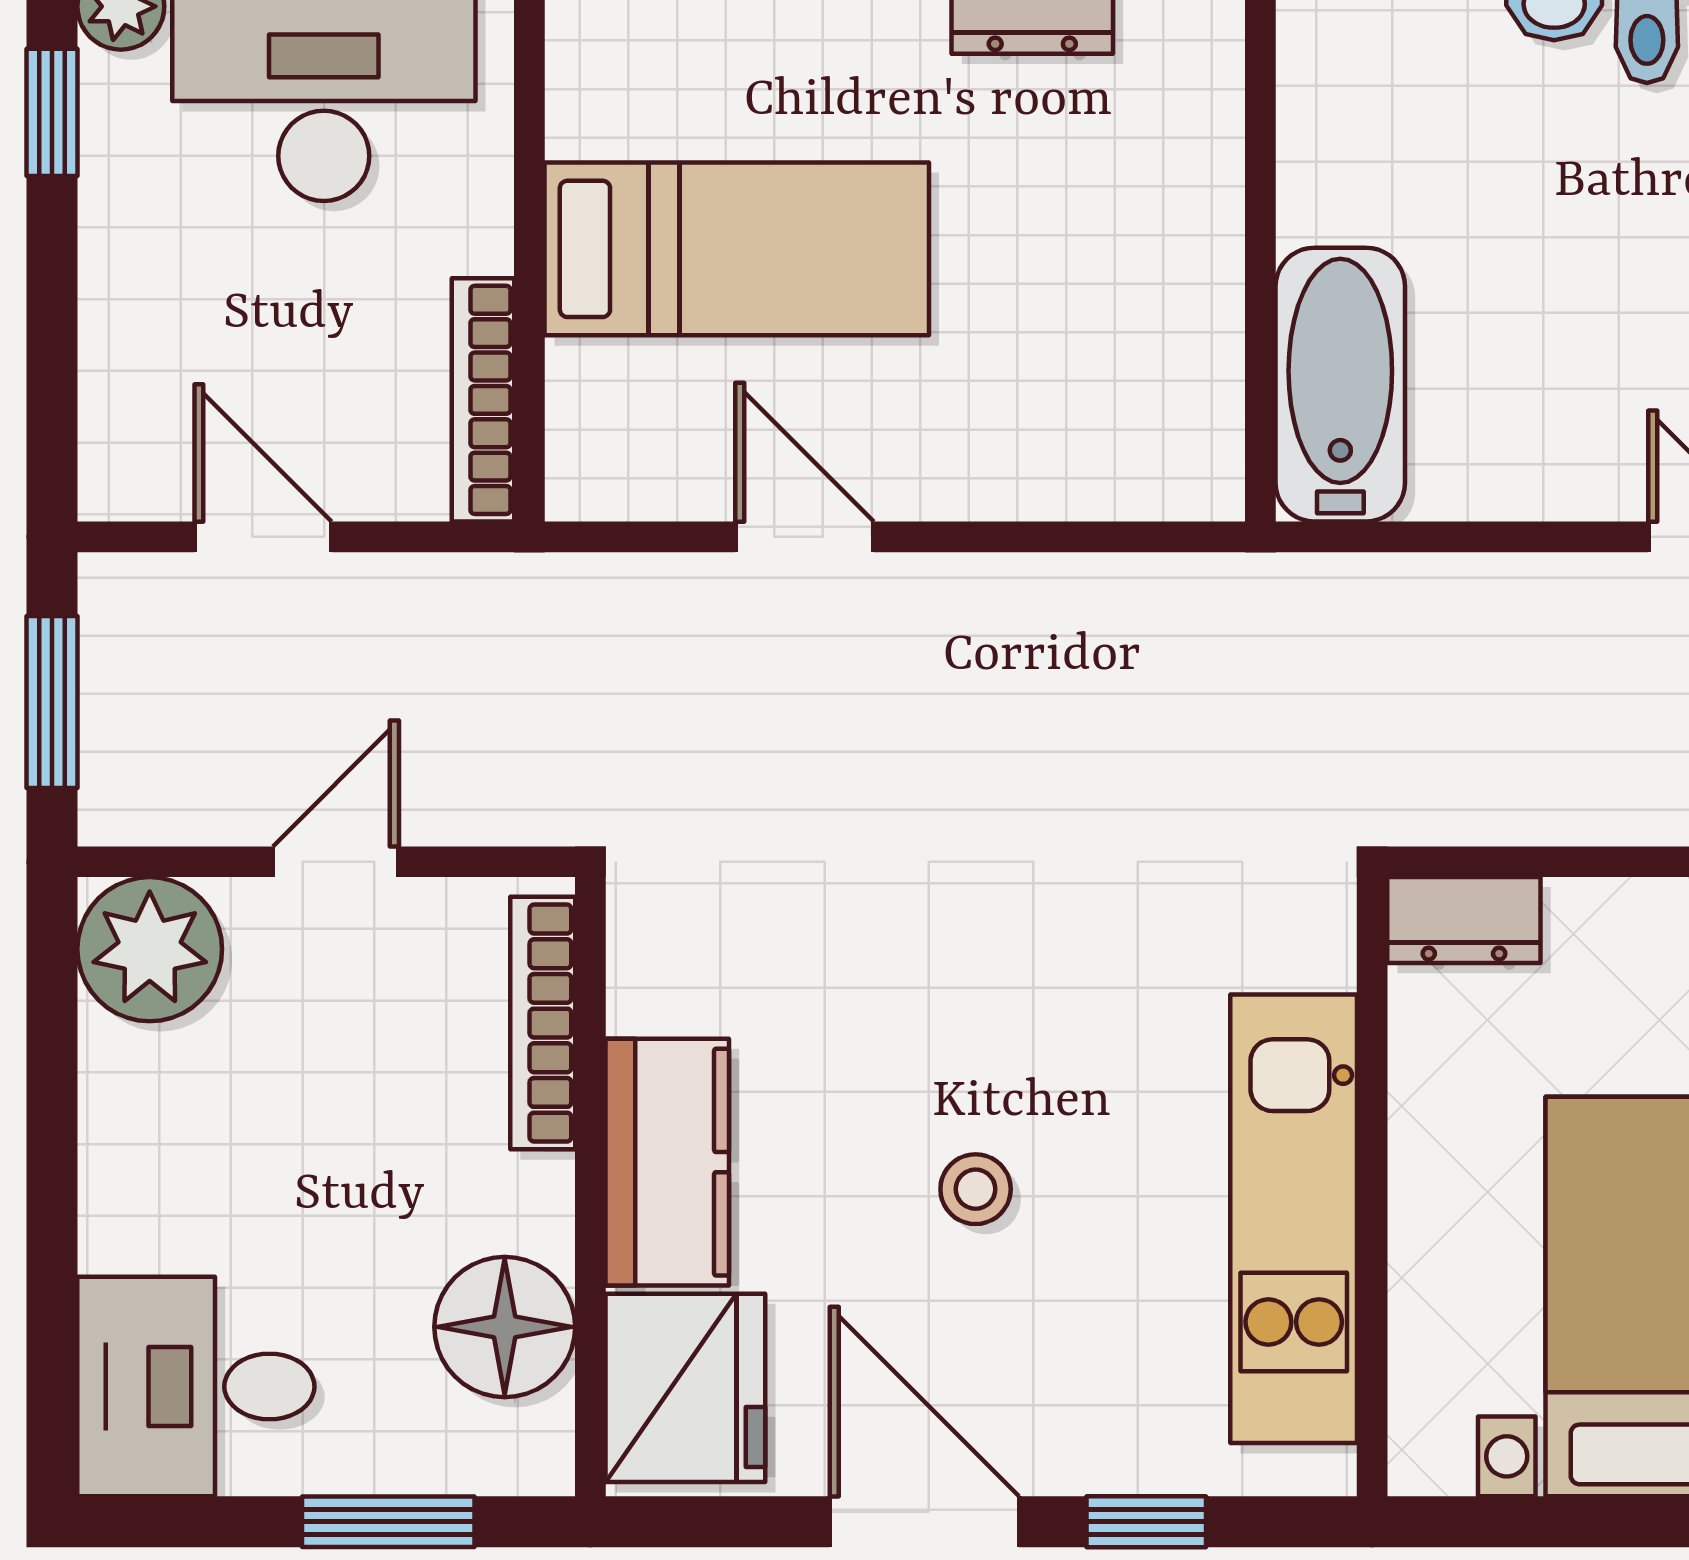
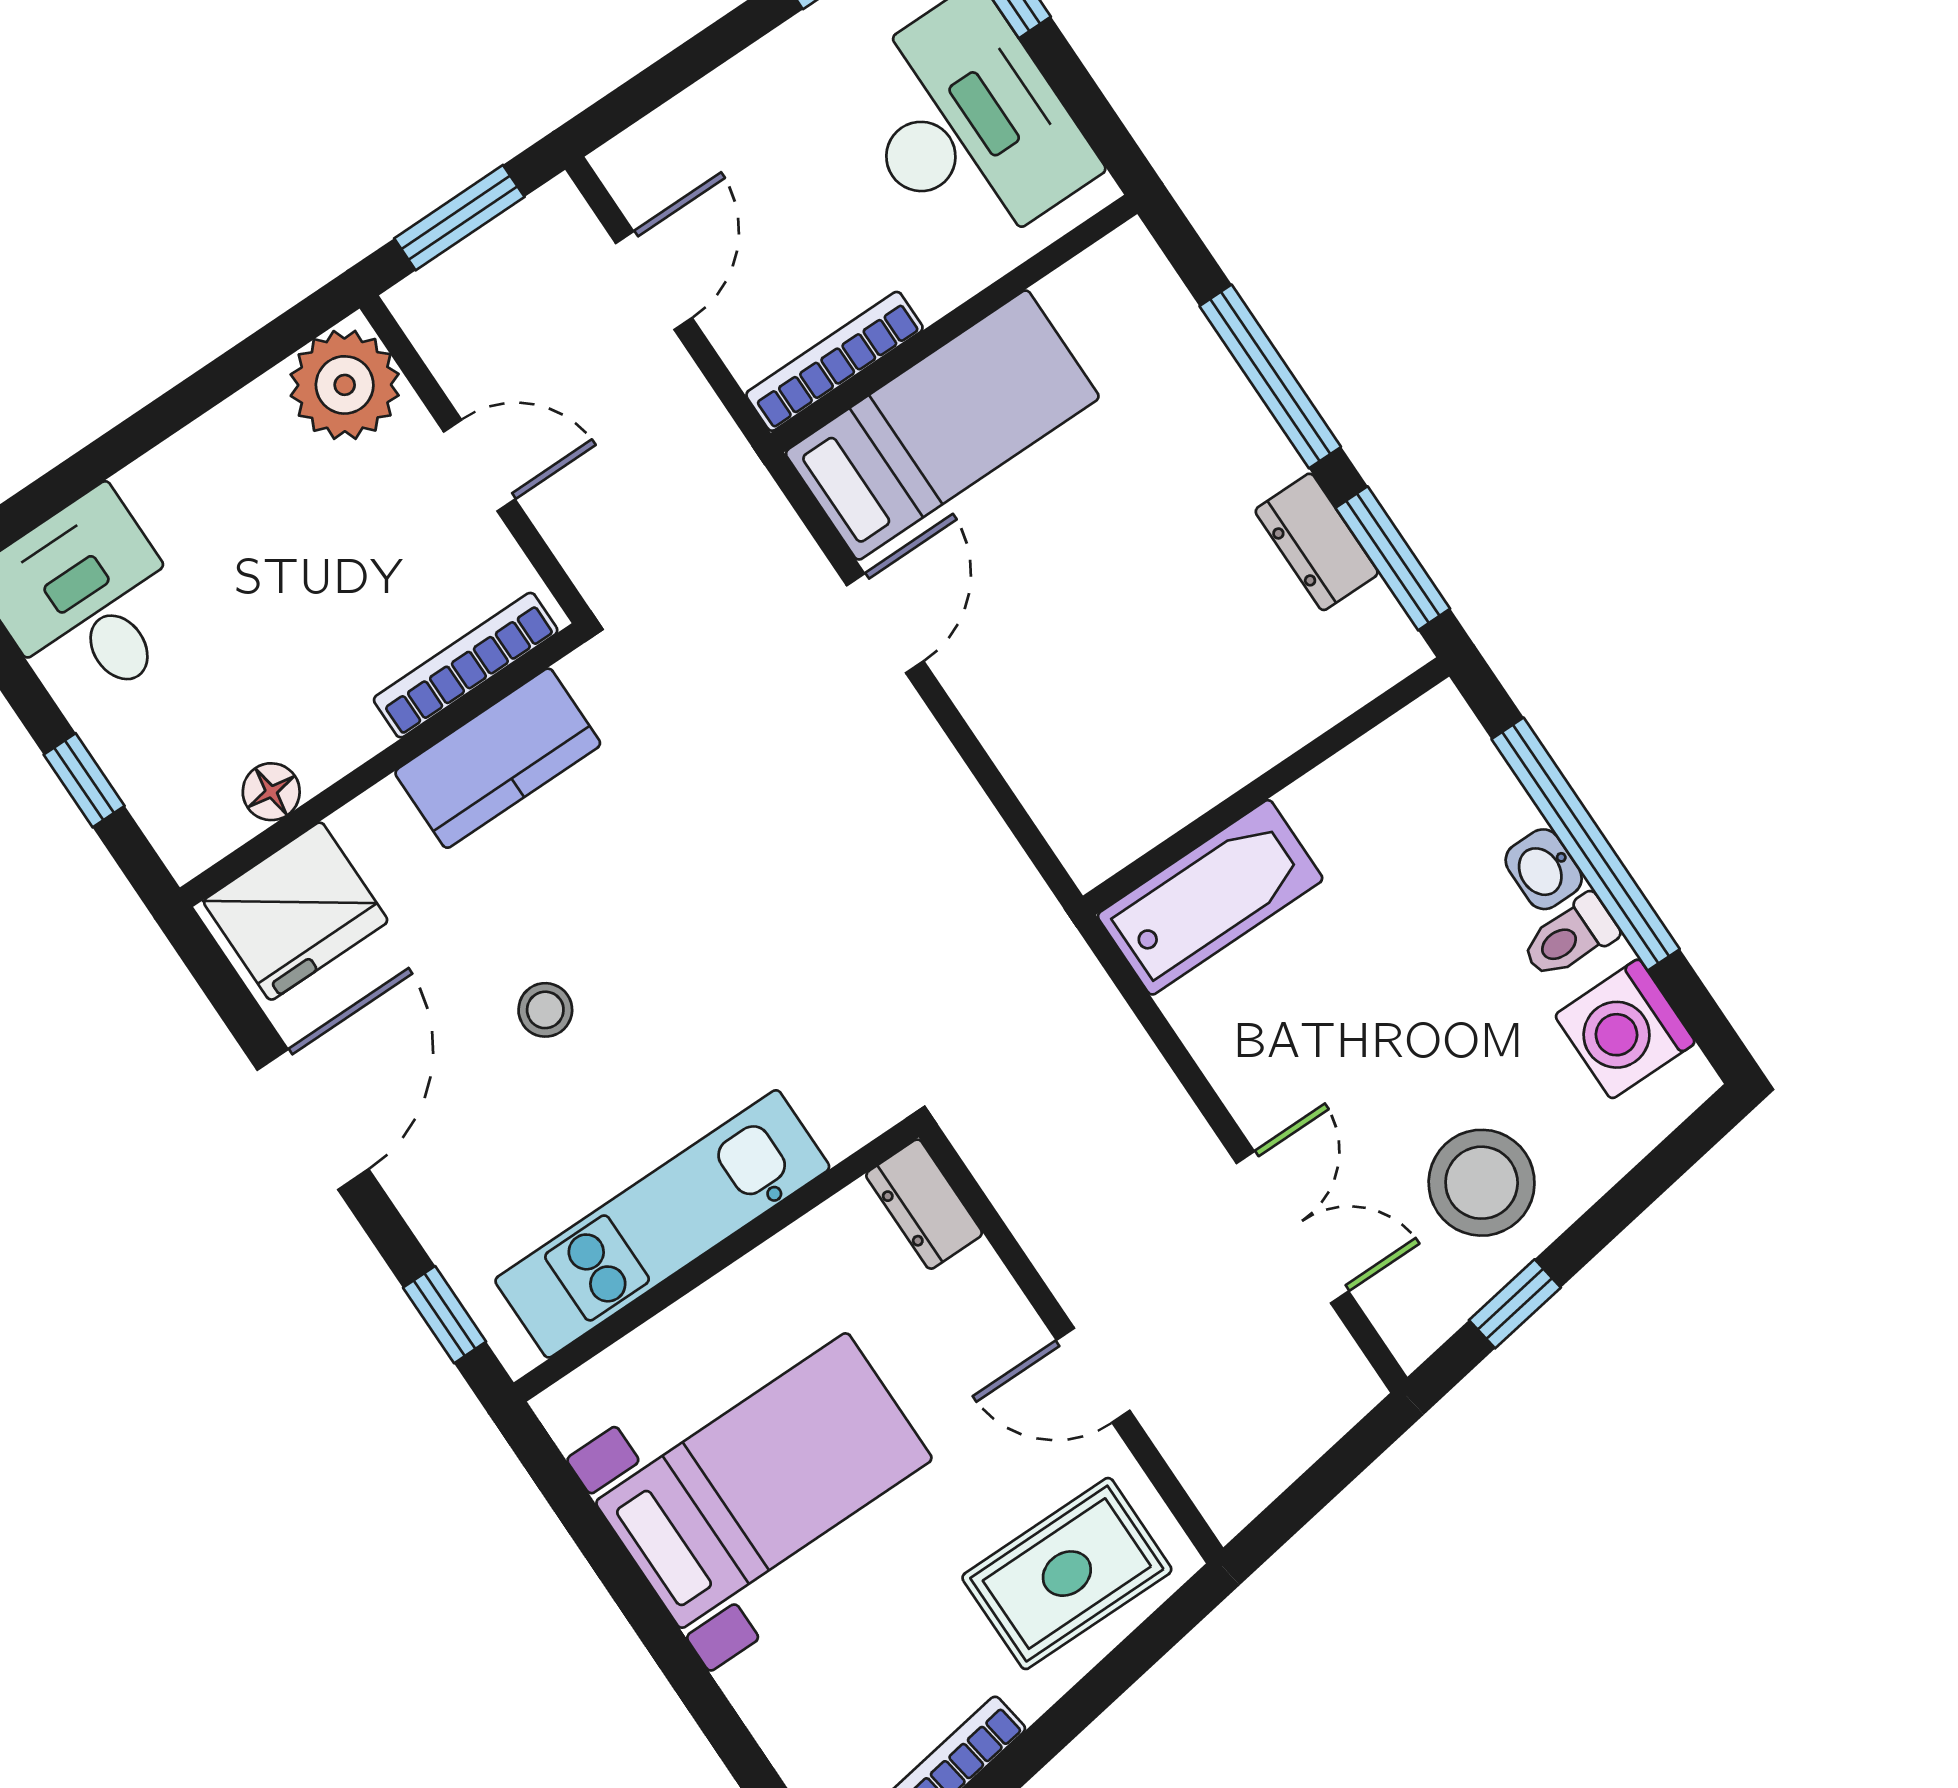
bed: (737, 249) -> (942, 425), moved, turned -90
kitchen counter: (667, 1162) -> (498, 758), moved
floor lamp: (505, 1327) -> (271, 792), width x0.53, depth x0.53
window: (388, 1522) -> (84, 780), width x0.67
window: (1146, 1522) -> (445, 1315), moved

